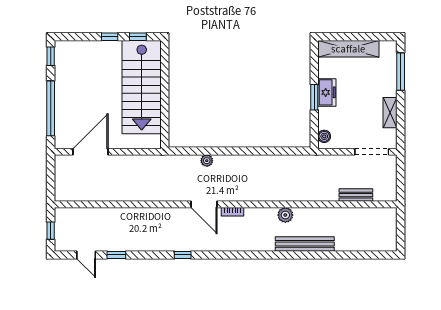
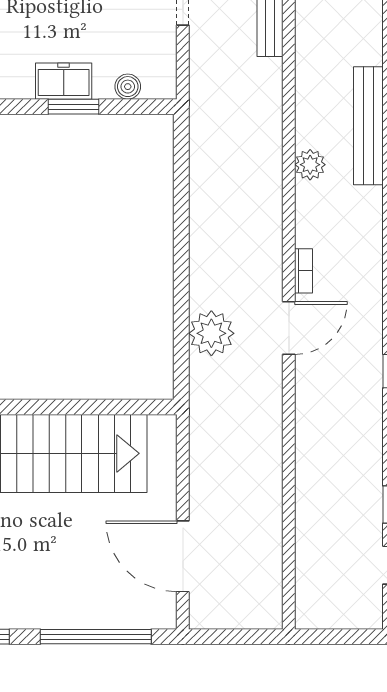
boiler: (324, 136) -> (128, 87), moved
plant: (207, 161) -> (211, 333), width x1.87, depth x1.87
window: (51, 231) -> (341, 637), removed

